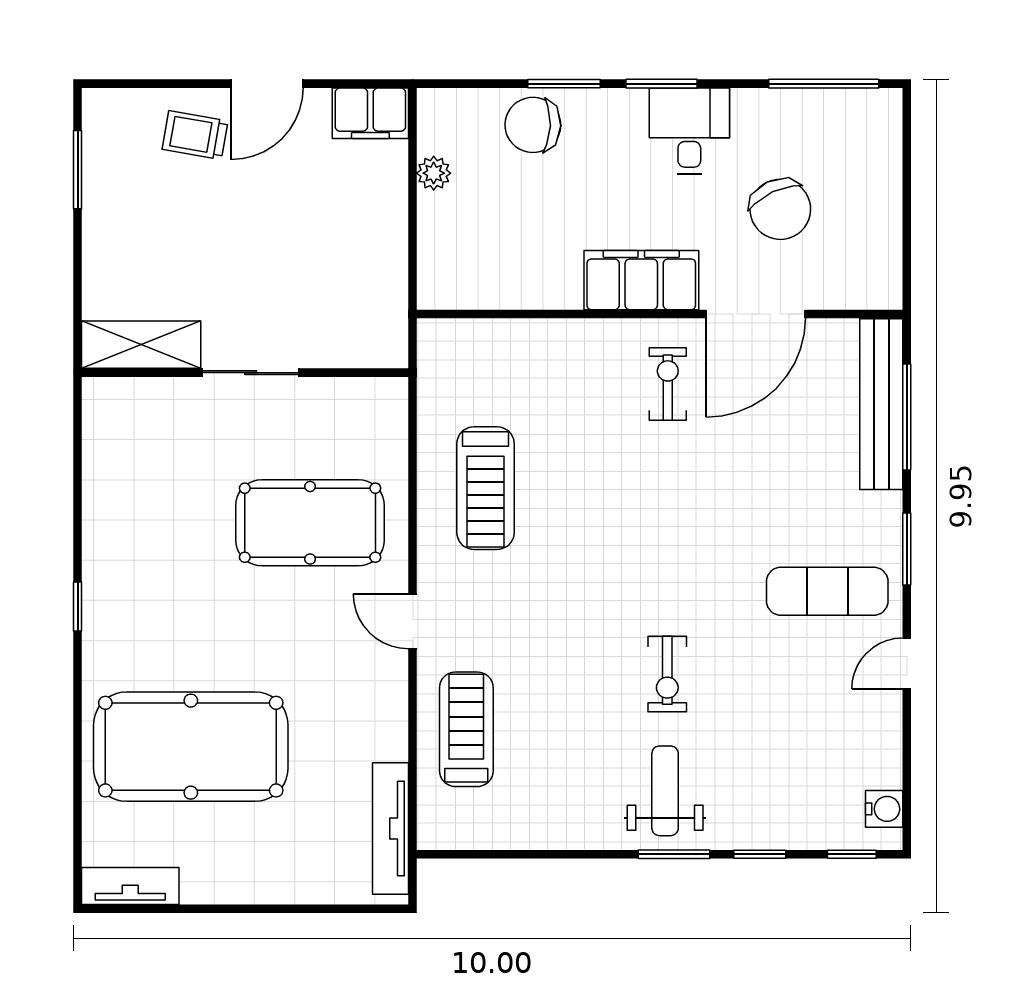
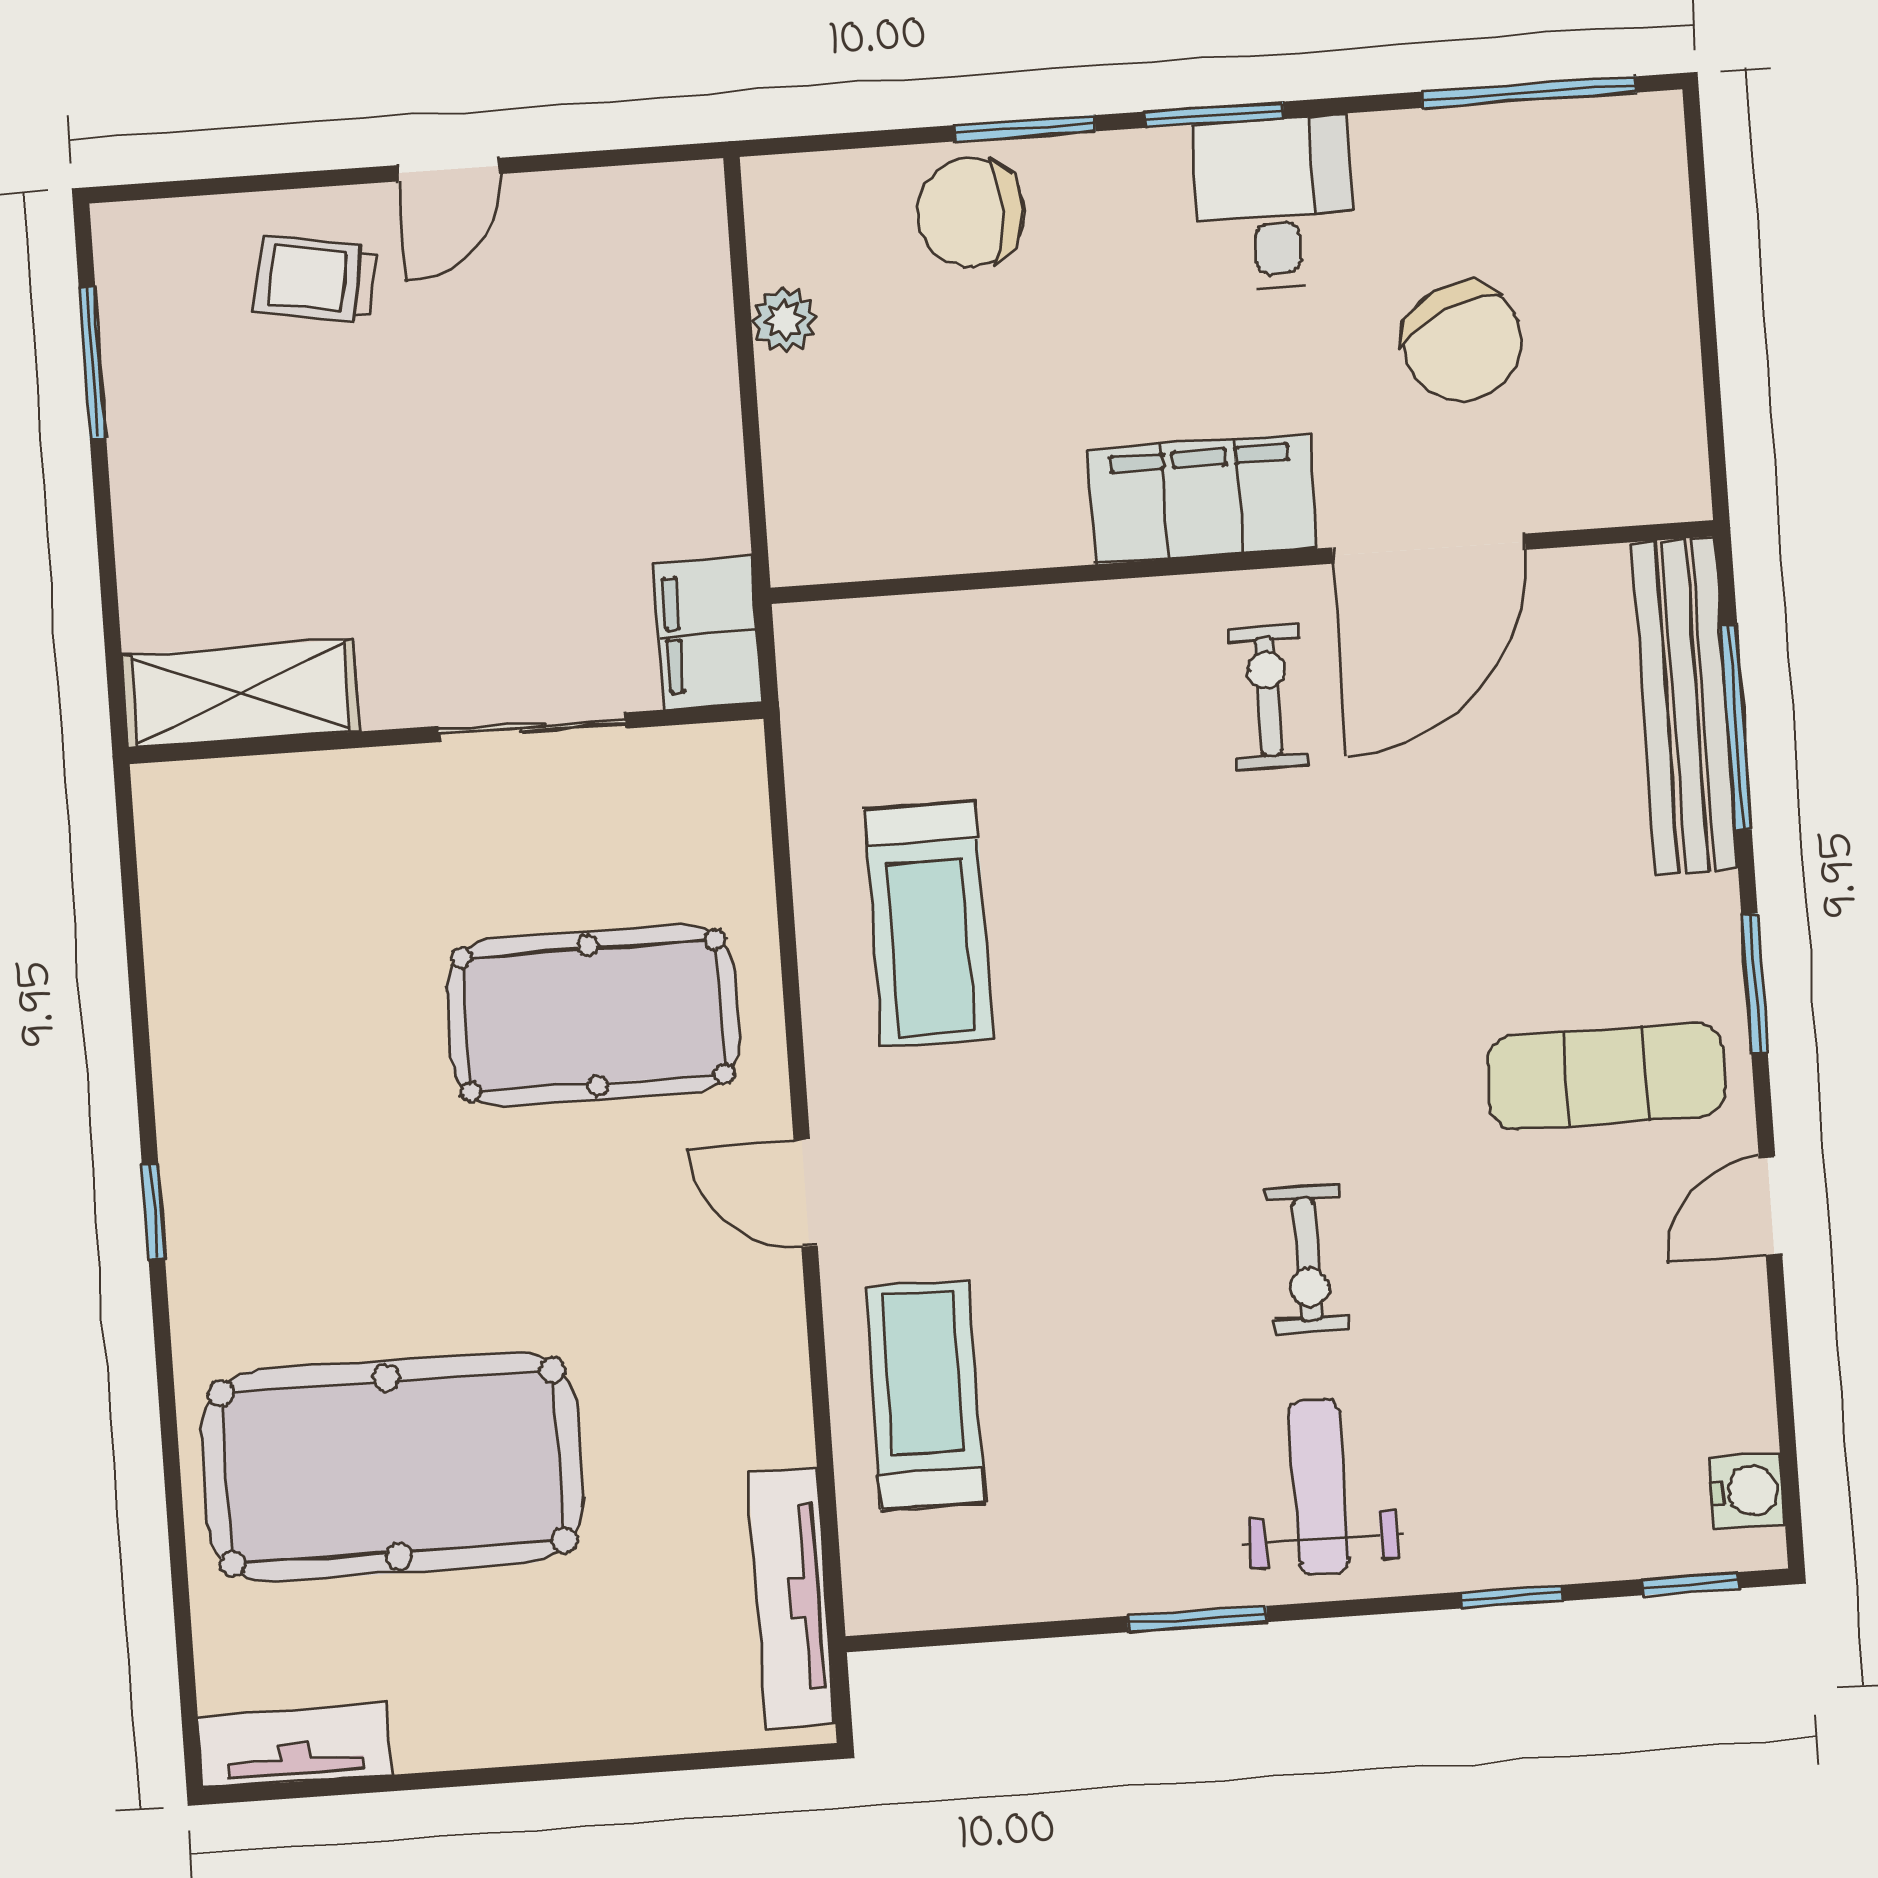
door: (267, 84) -> (449, 170), width x0.73
filing cabinet: (370, 113) -> (708, 632), moved, turned 90
sliding door: (251, 373) -> (532, 727), moved
window: (674, 854) -> (1197, 1619), moved

